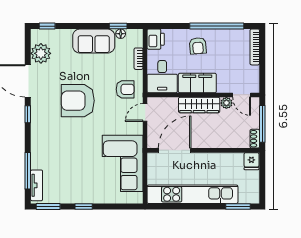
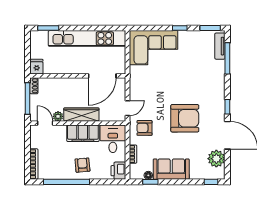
corner sofa: (123, 163) -> (153, 48), moved, turned 90

